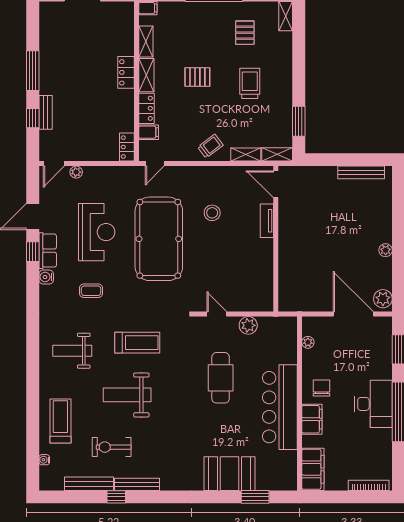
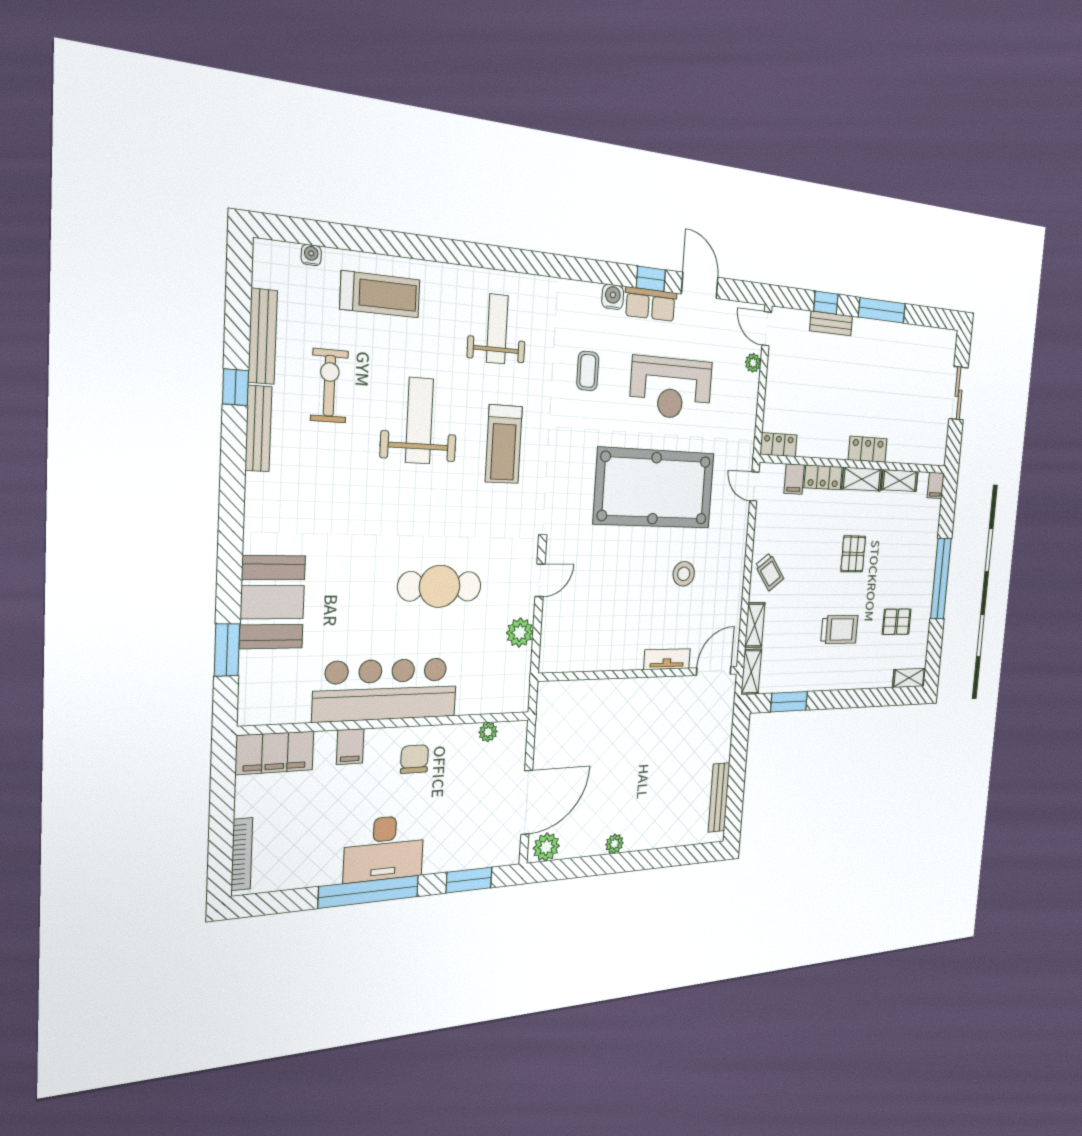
chair: (322, 388) -> (414, 759), turned -90
filing cabinet: (312, 419) -> (350, 747), width x0.50

